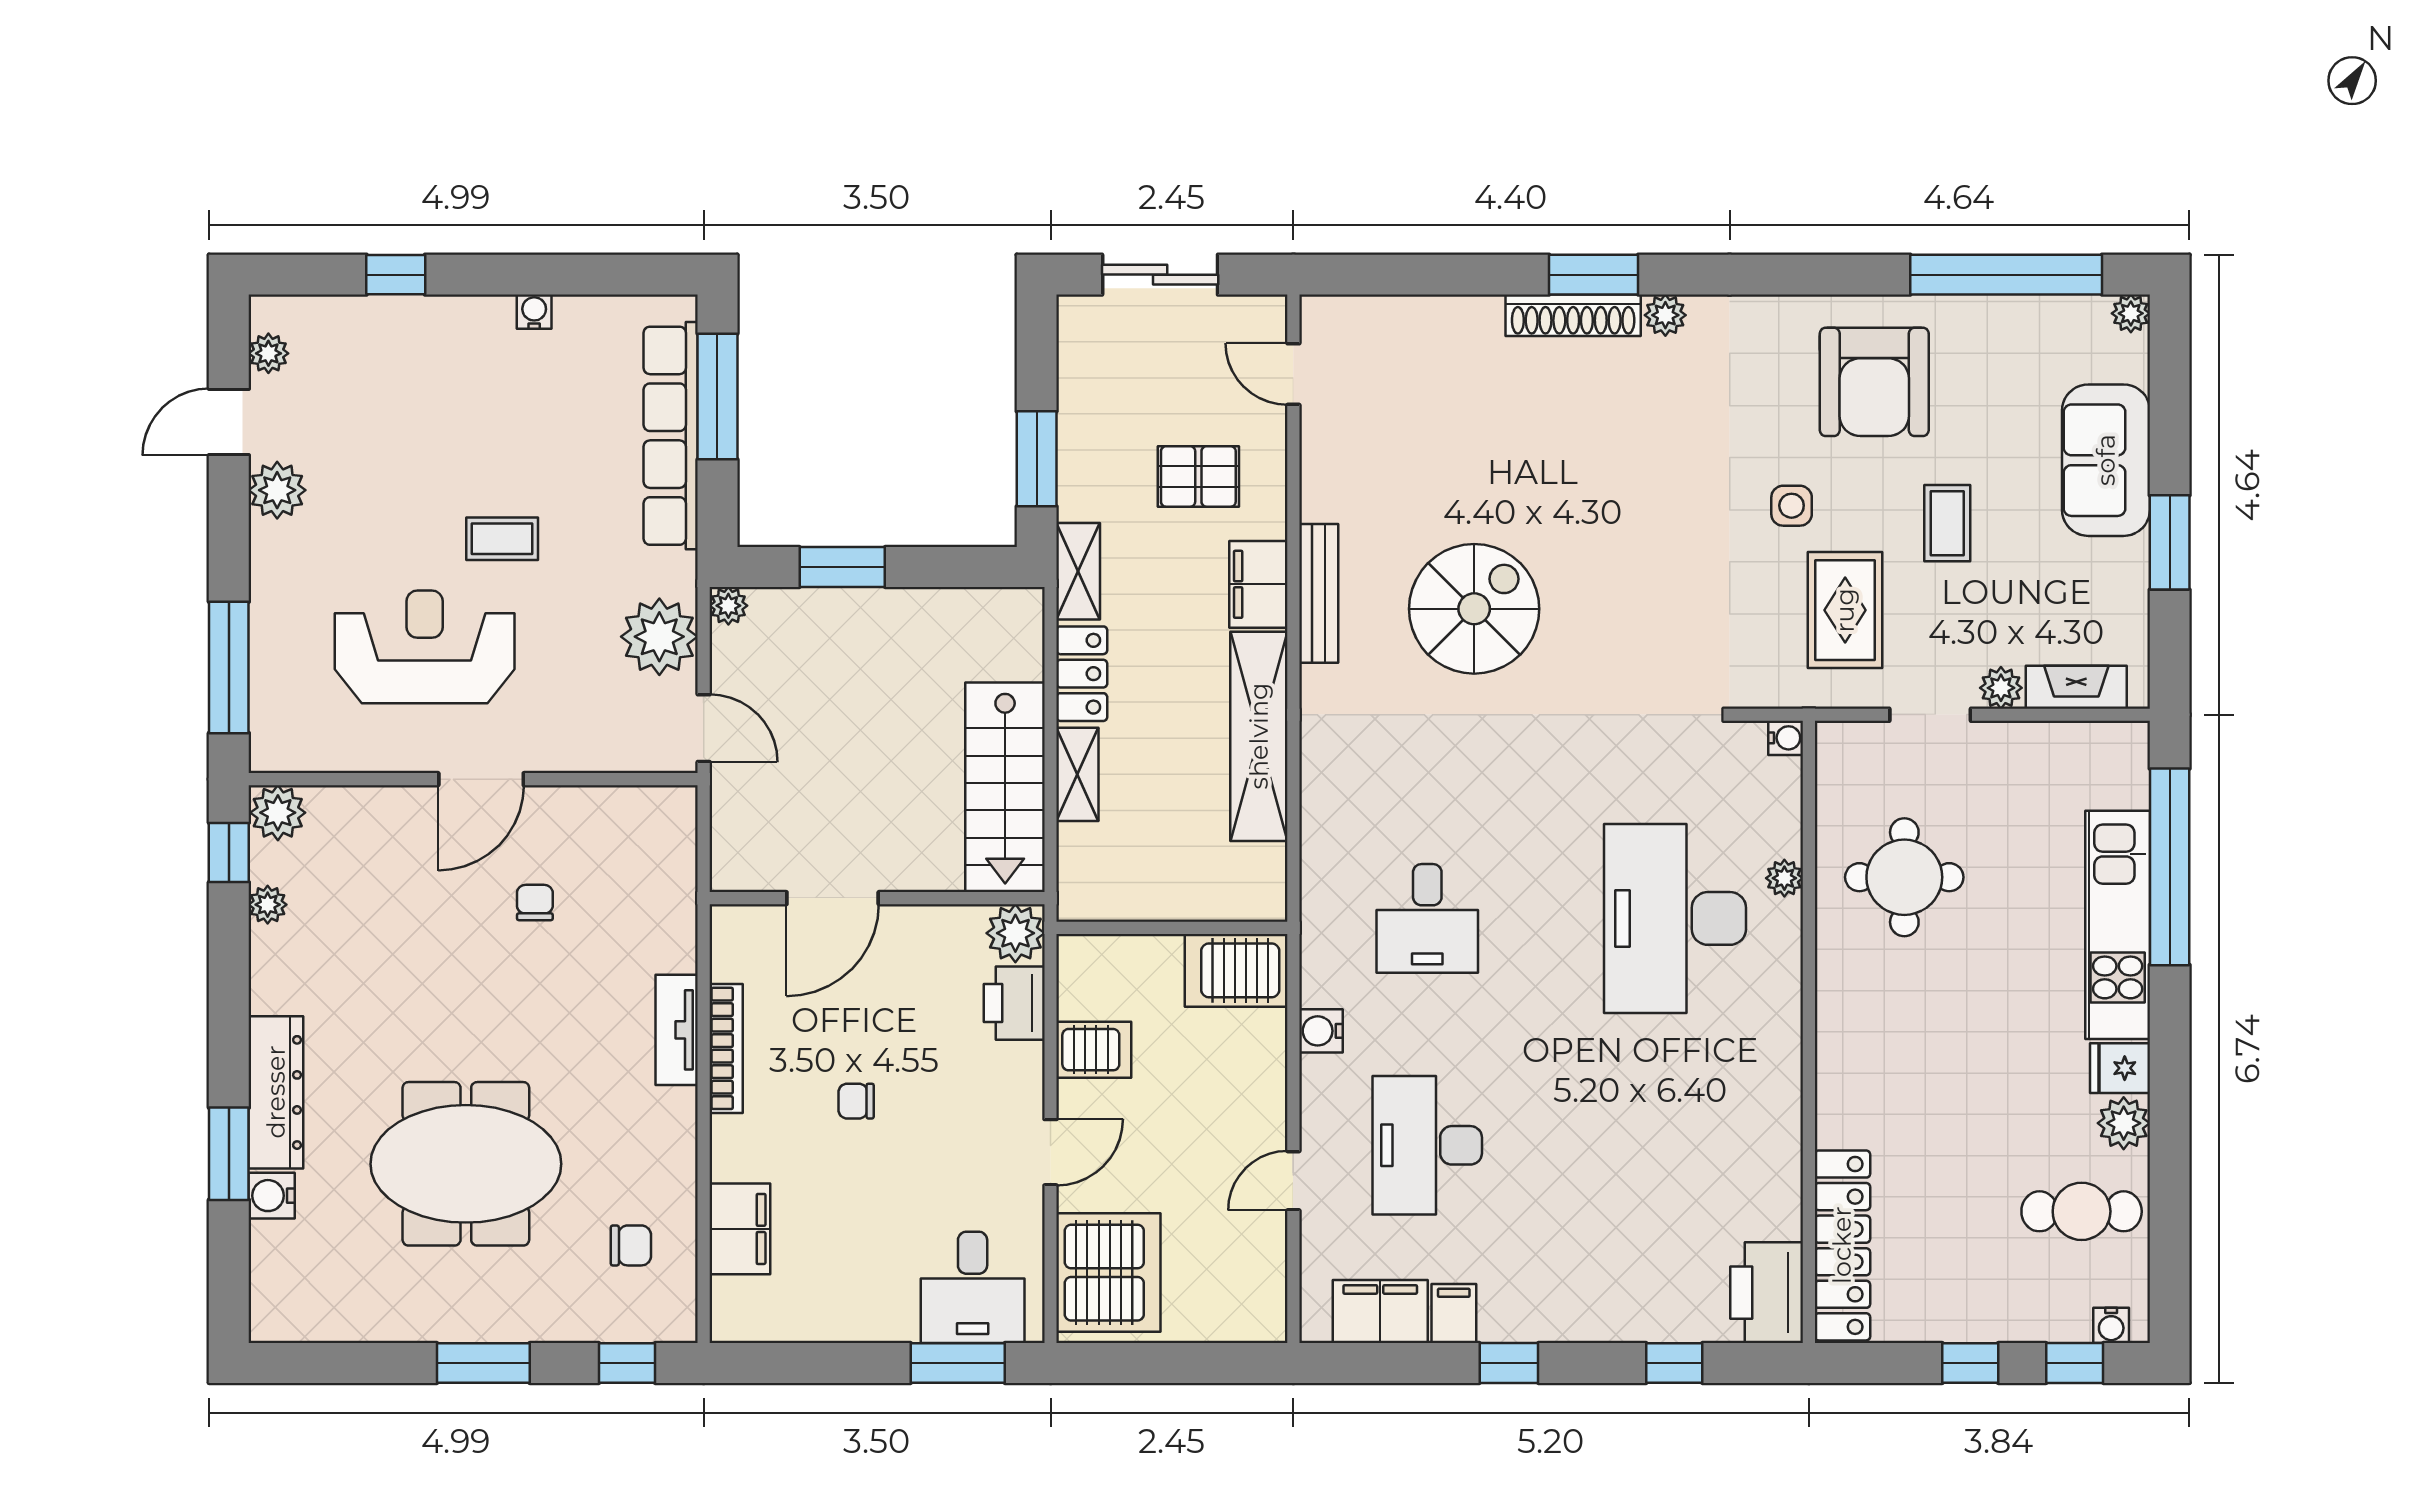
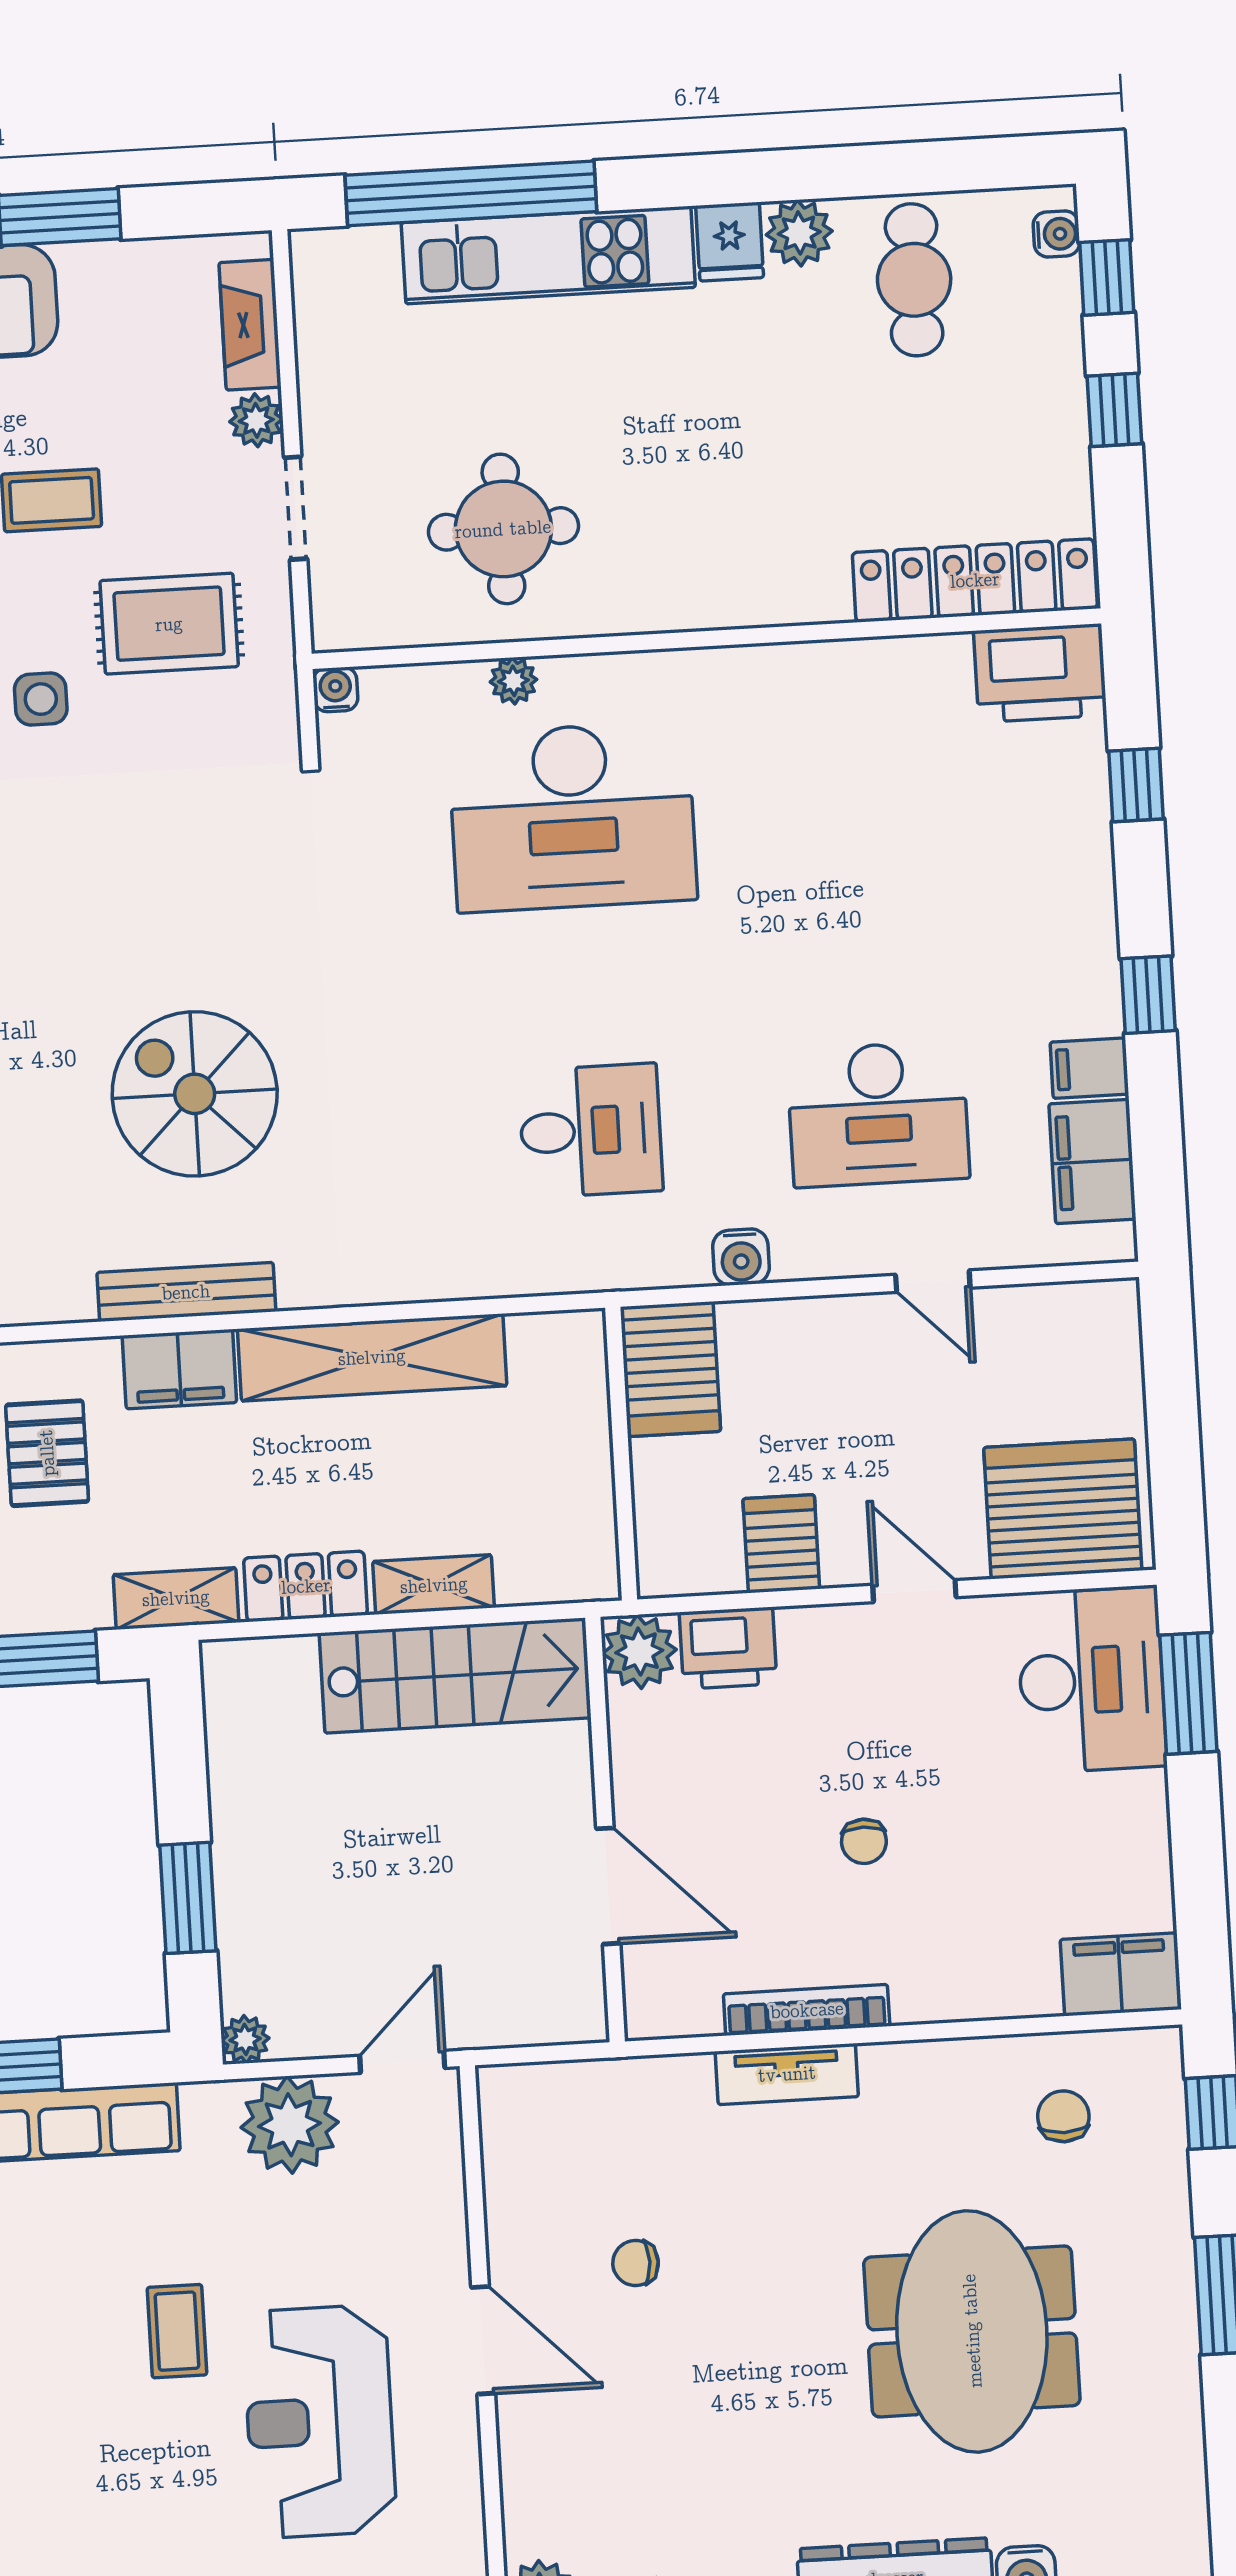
filing cabinet: (740, 1229) -> (1120, 1974), moved
desk: (973, 1287) -> (1091, 1680), width x1.37

